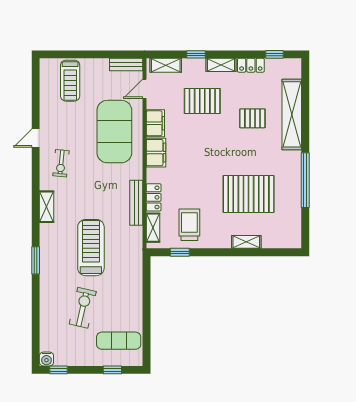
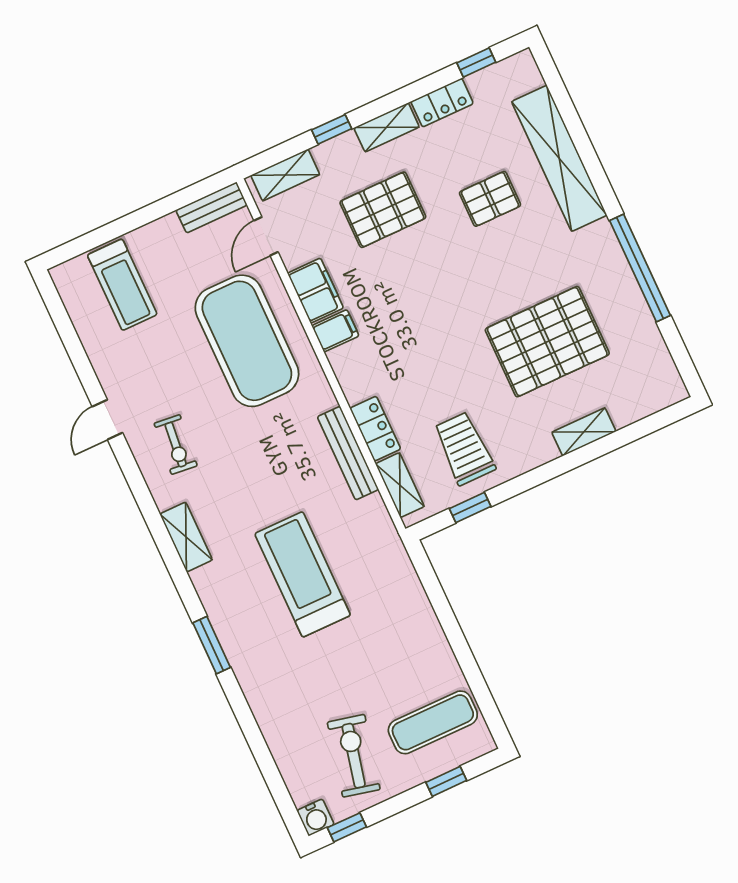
filing cabinet: (156, 153) -> (335, 331), width x0.50
exercise bike: (83, 308) -> (354, 756), moved

